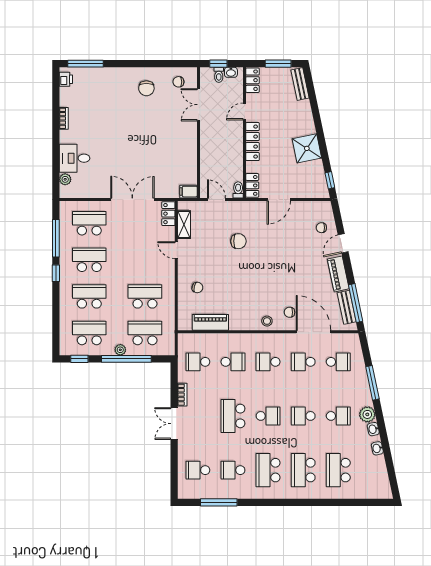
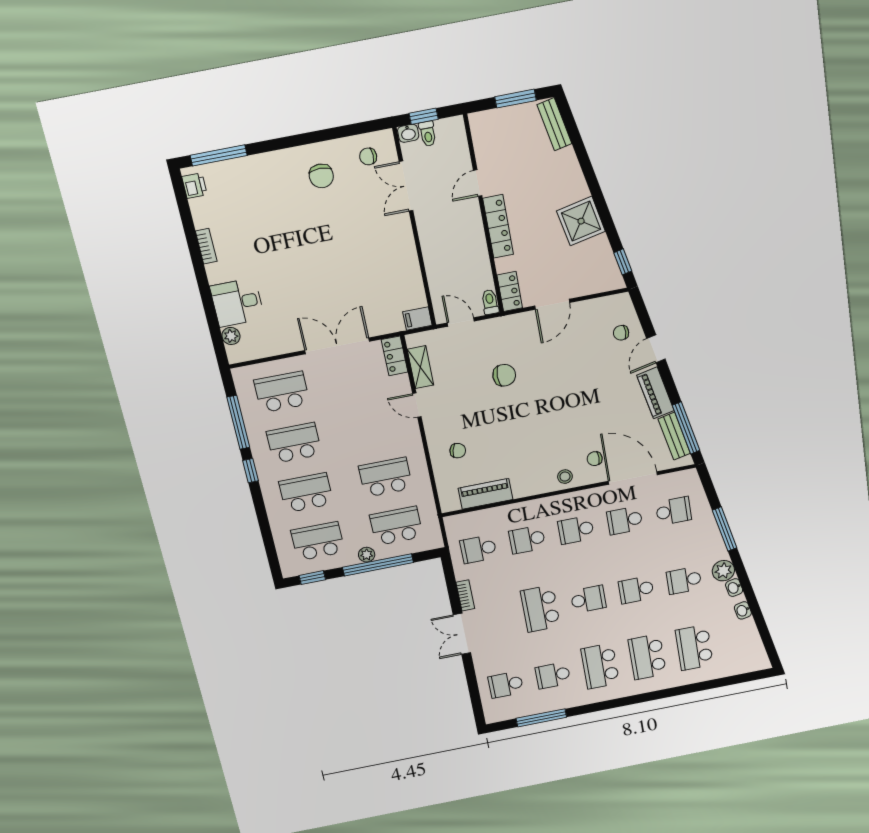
washbasin: (231, 72) -> (408, 133), moved
locker: (253, 80) -> (481, 132), removed
school desk: (233, 362) -> (527, 540), turned 180
school desk: (338, 416) -> (684, 580), turned 180

